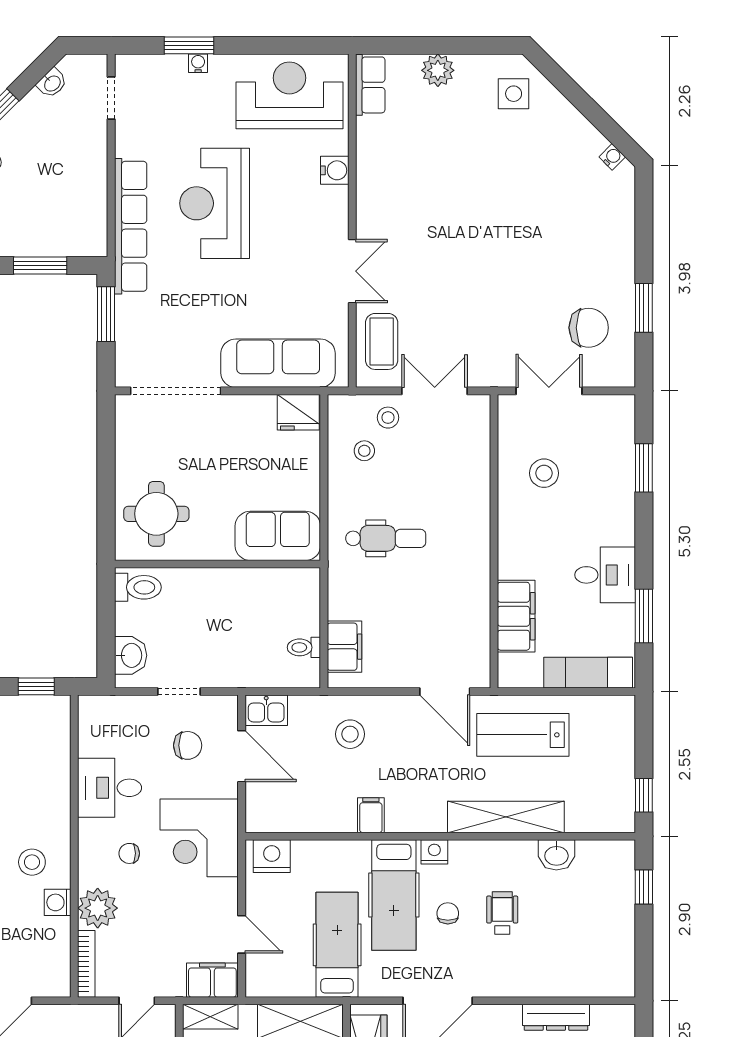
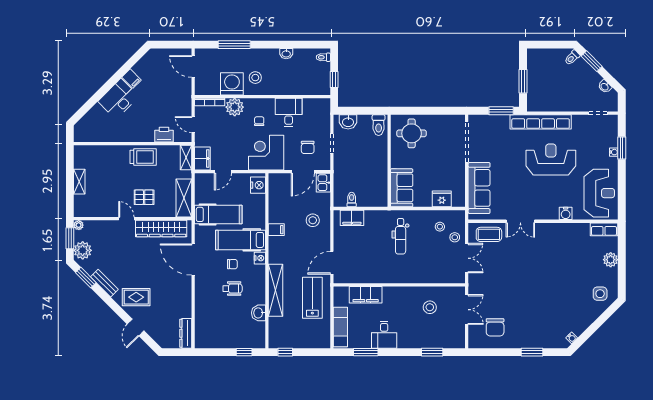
window: (644, 308) -> (532, 352), moved
fridge: (298, 412) -> (442, 199), moved, turned 90
washing machine: (58, 902) -> (232, 84), width x1.89, depth x1.89
dresser: (556, 1017) -> (186, 333), moved

